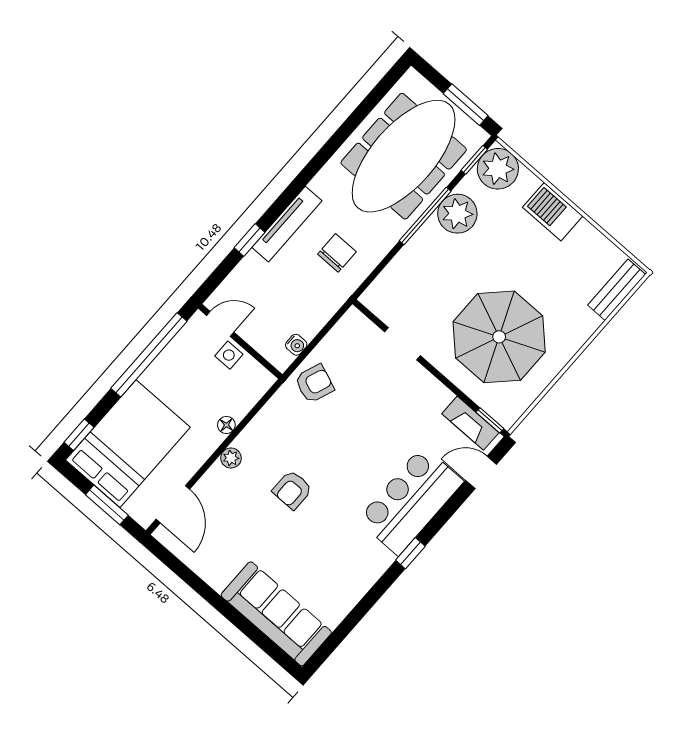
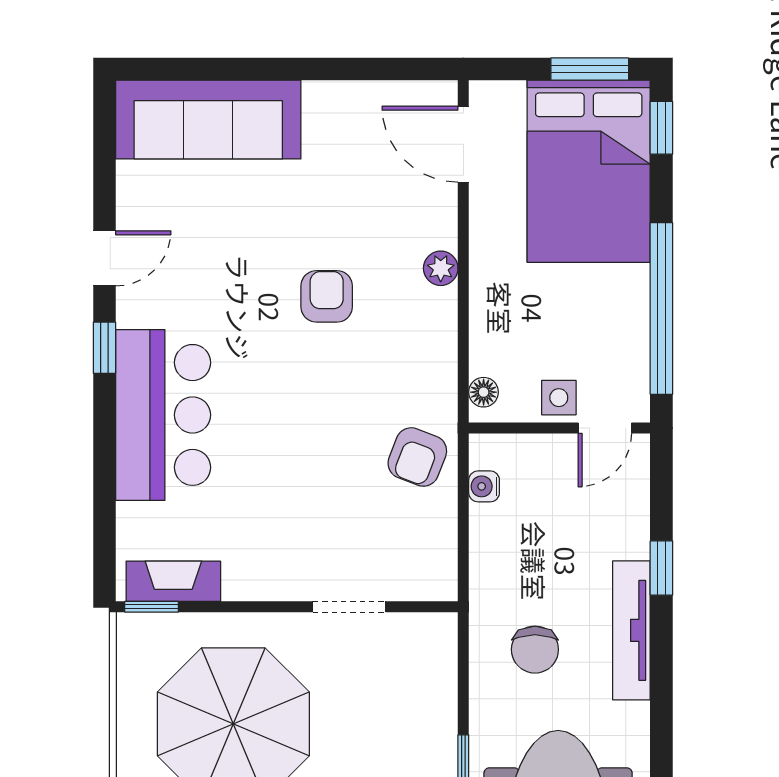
floor lamp: (226, 425) -> (484, 392), moved
door: (481, 472) -> (104, 258), moved
window: (107, 505) -> (590, 69), moved

